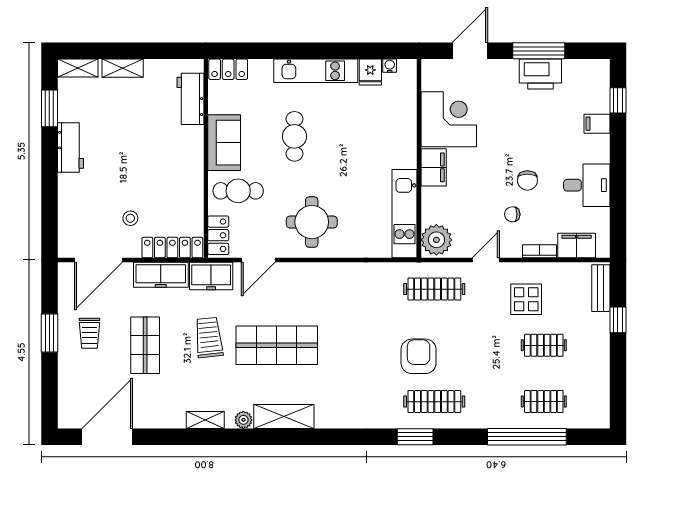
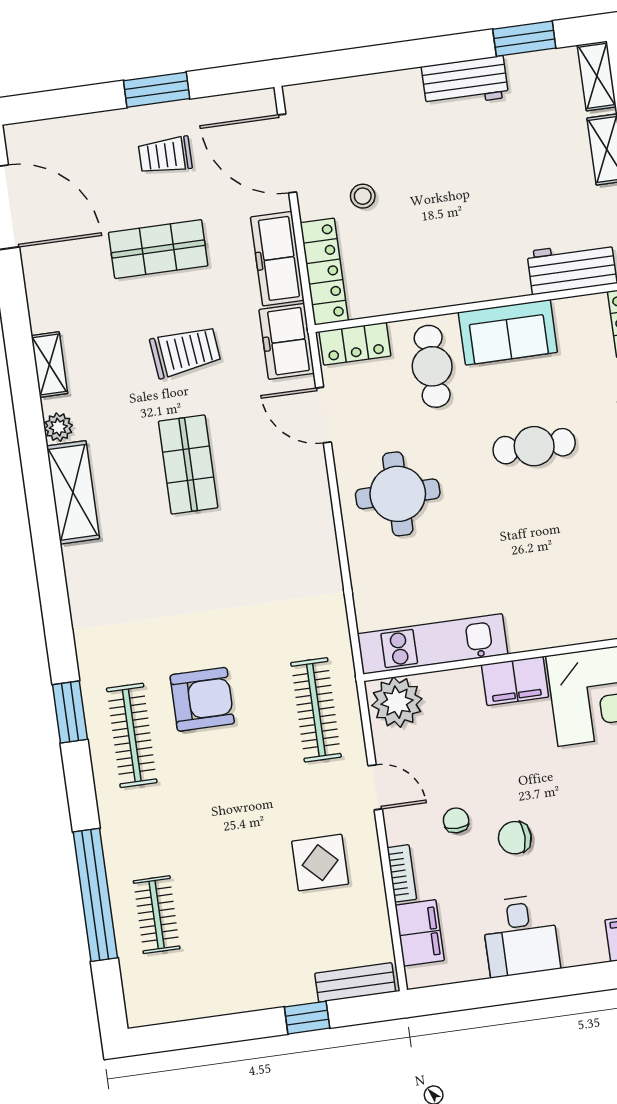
shop shelf: (277, 345) -> (188, 464), width x0.70, depth x0.74
clothes rail: (544, 345) -> (249, 902), removed

